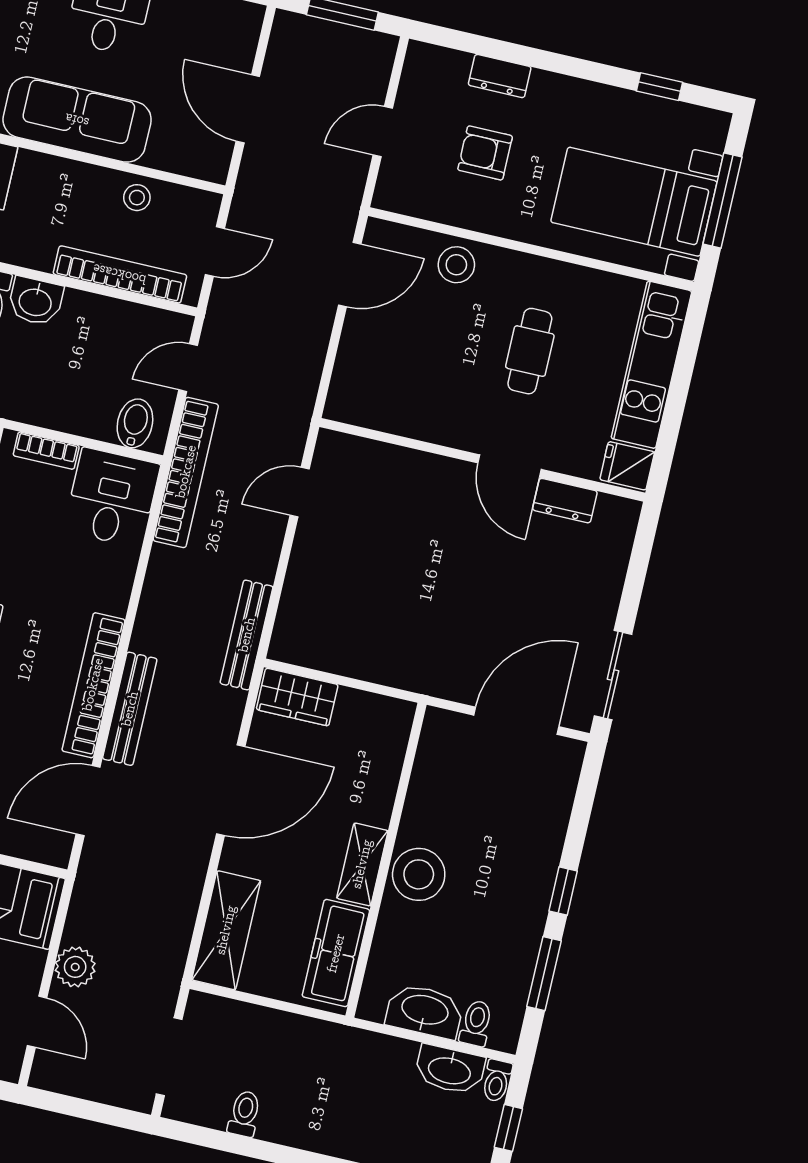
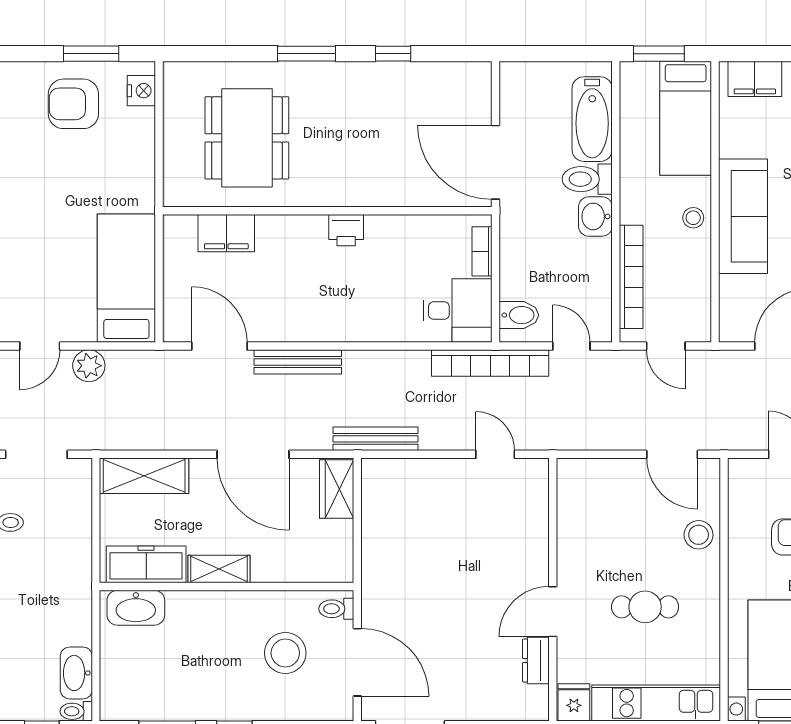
stool: (137, 198) -> (693, 218), moved
bookcase: (93, 685) -> (309, 330), removed
stool: (419, 874) -> (285, 653), moved
washbasin: (425, 1011) -> (136, 608), moved, turned 90
toilet: (476, 1023) -> (336, 609), moved, turned 180

